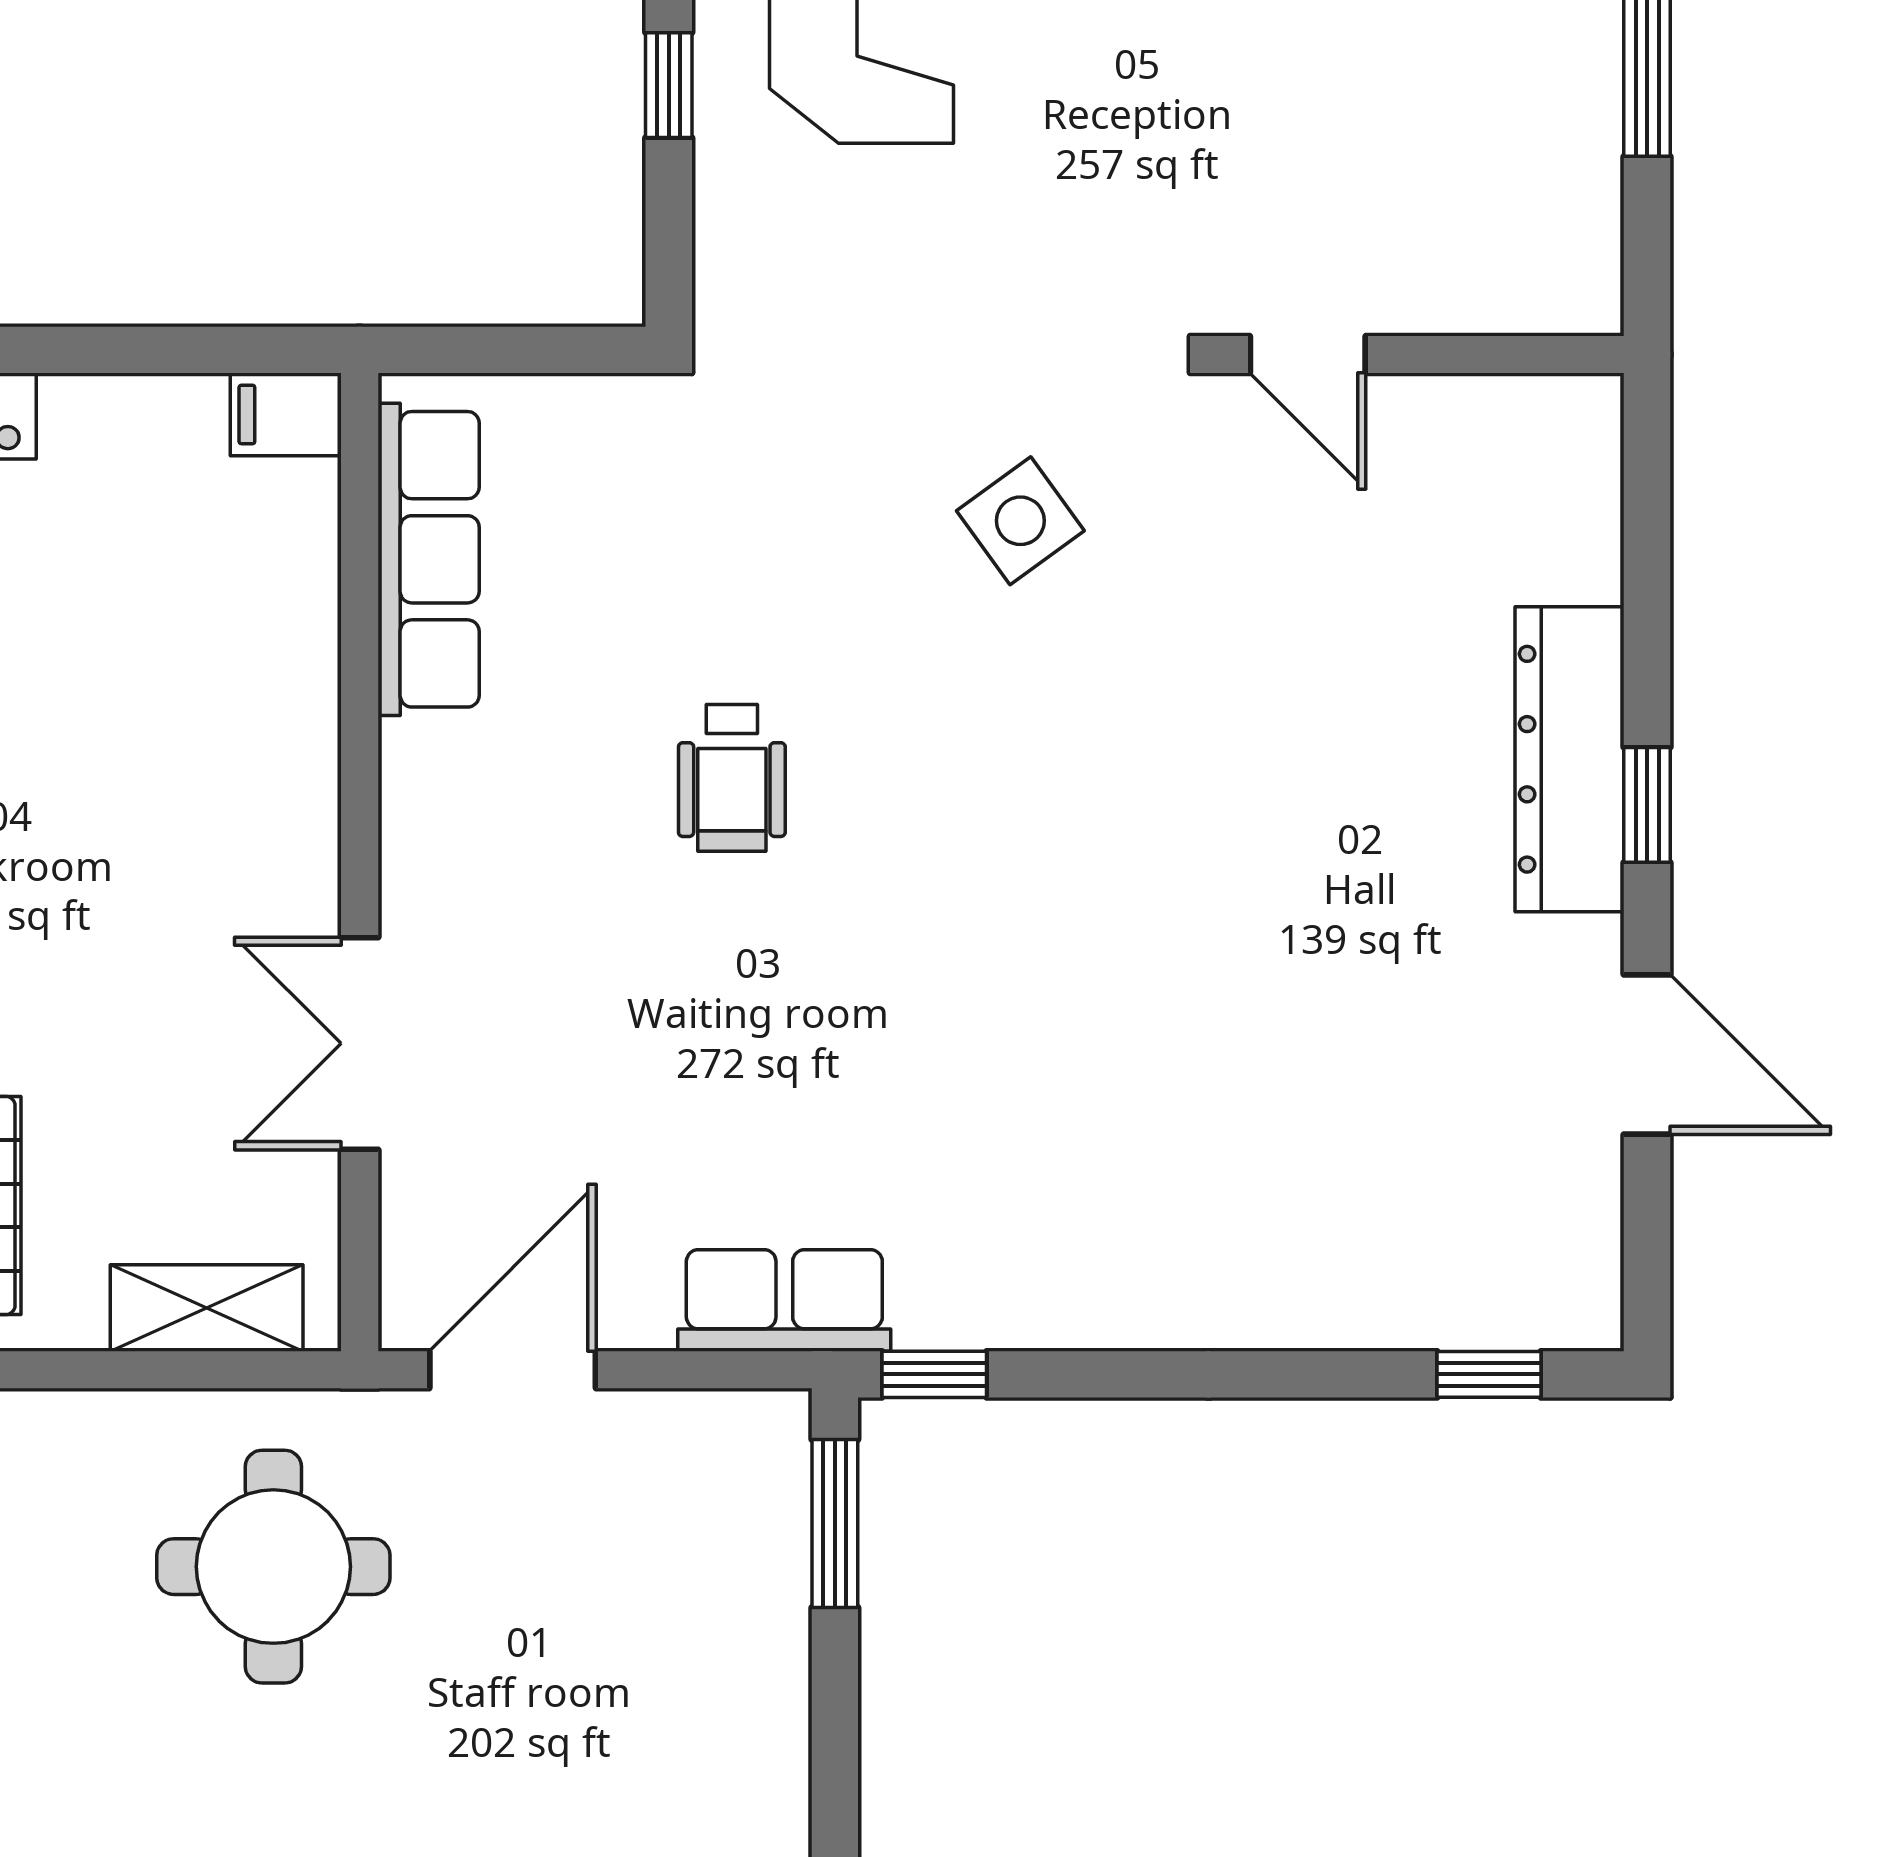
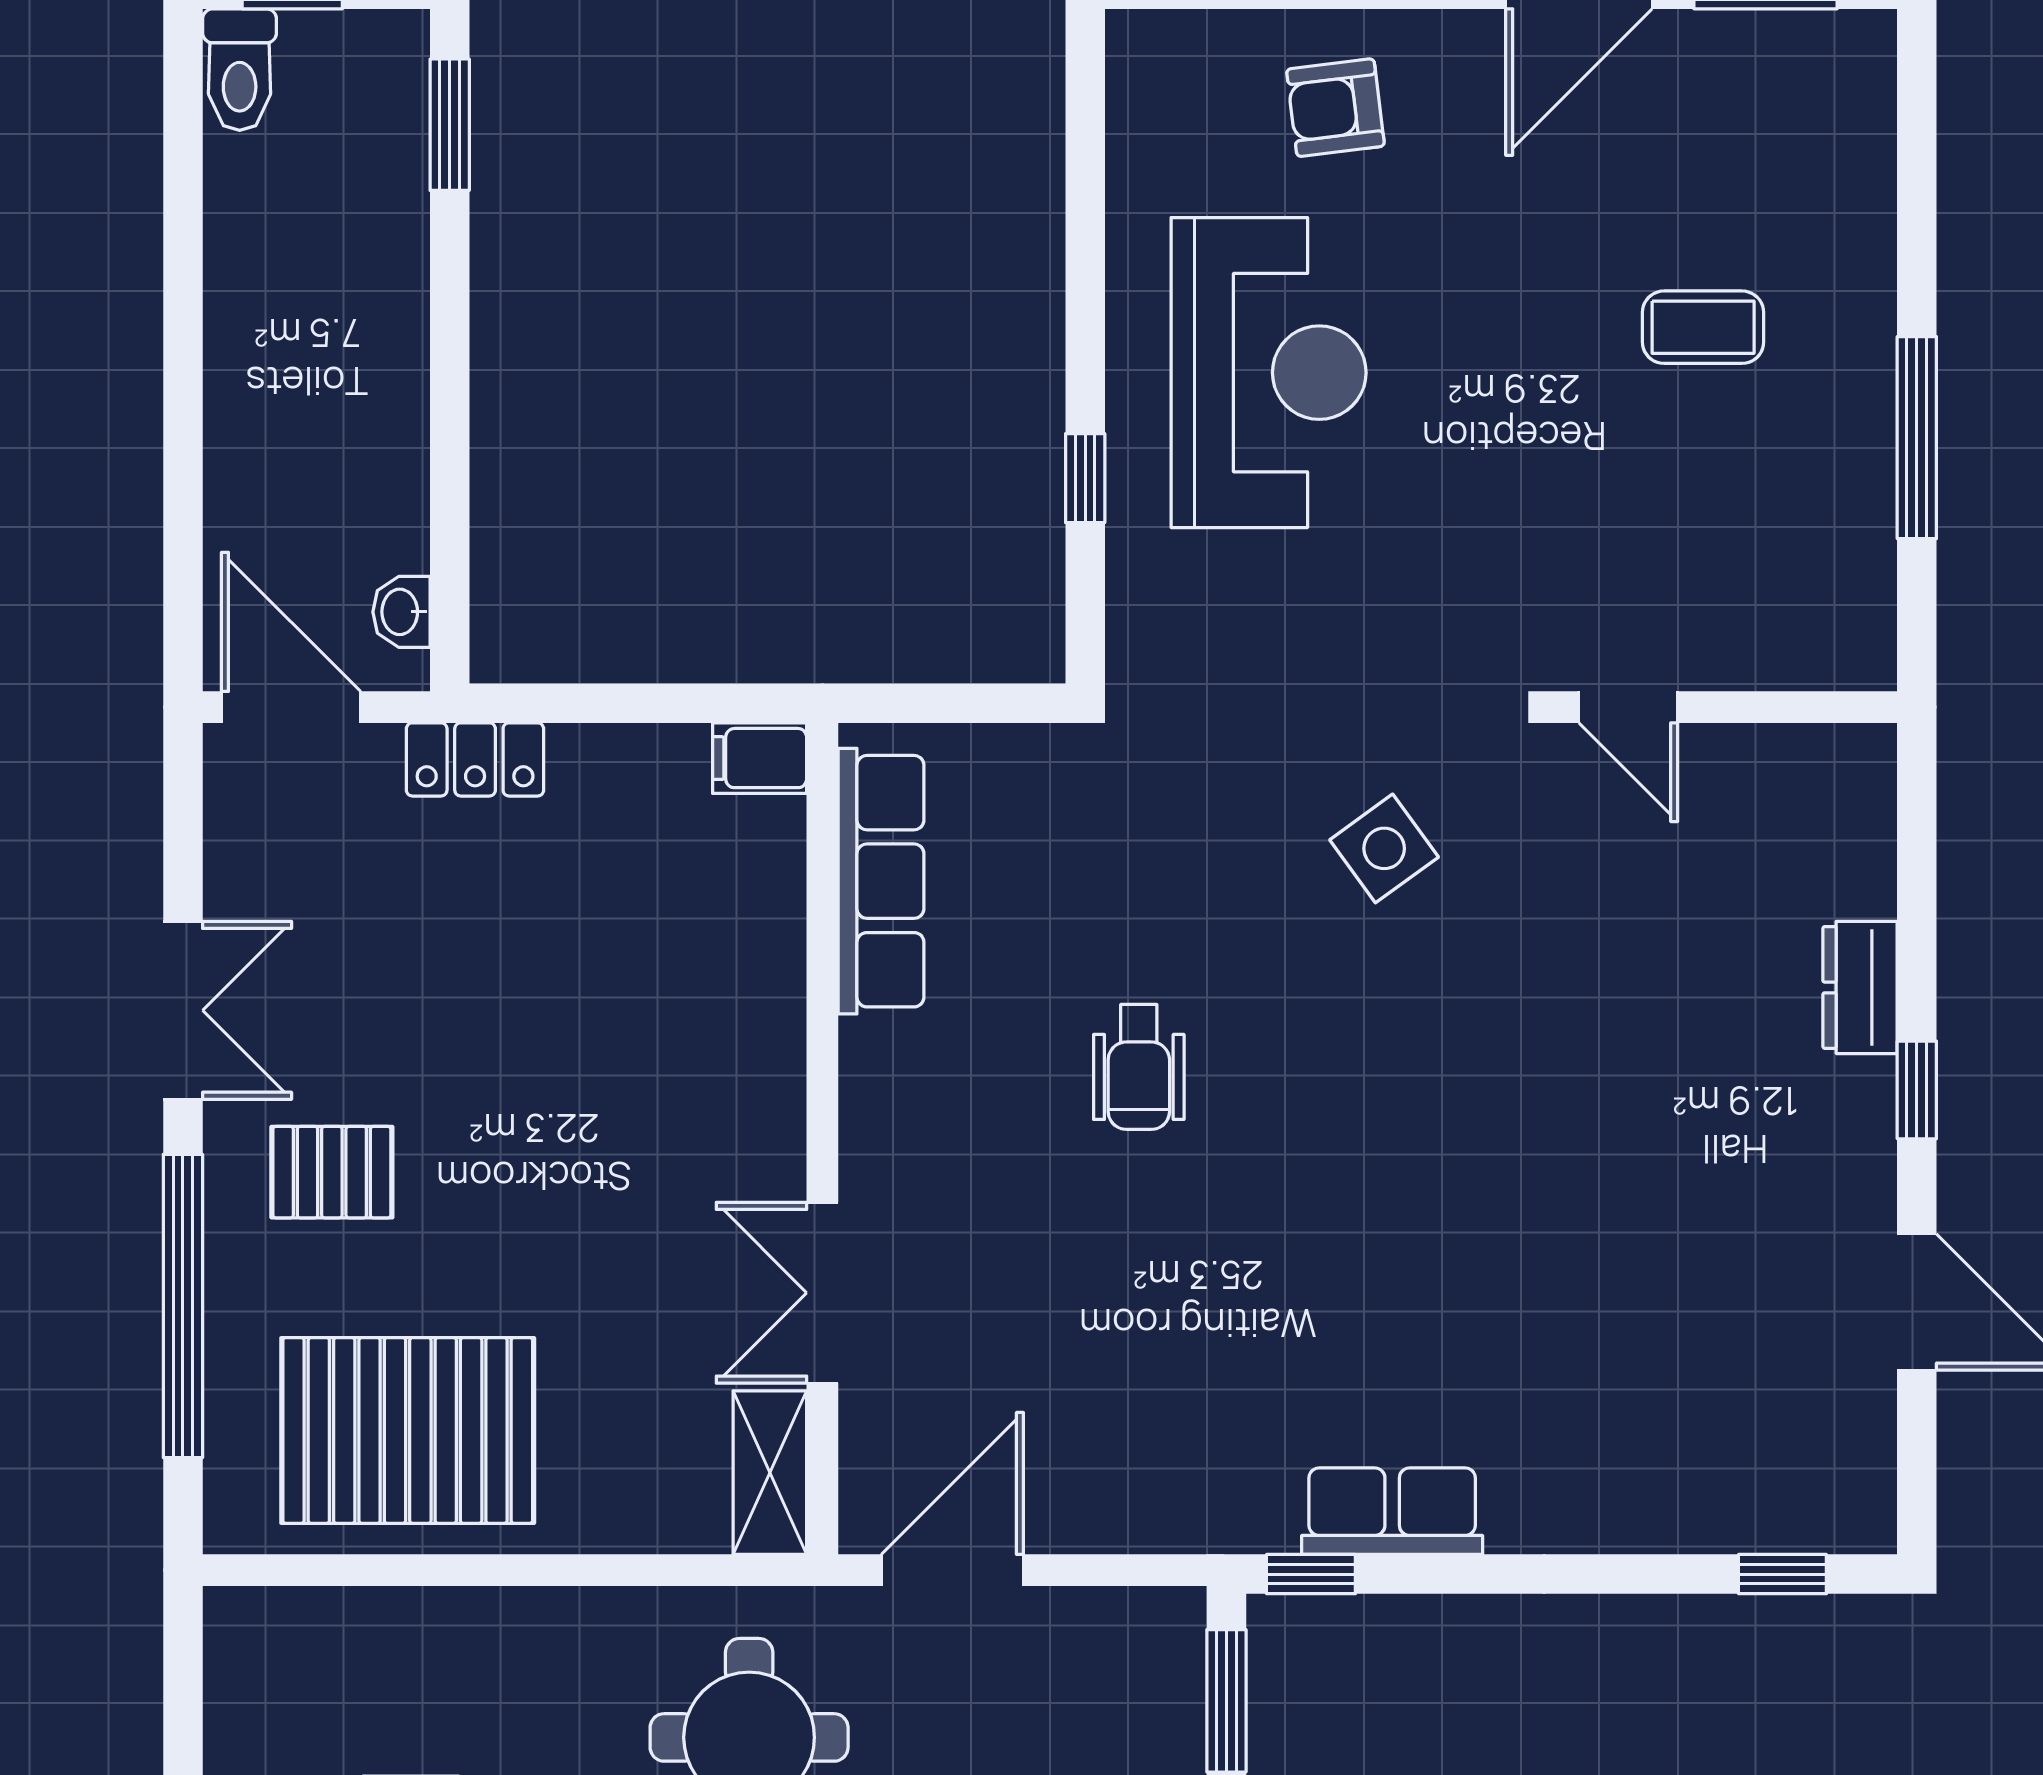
dresser: (1570, 759) -> (1860, 987), width x0.51, depth x0.80
row of seats: (784, 1300) -> (1392, 1511), moved
shelving: (207, 1308) -> (770, 1473), moved, turned 90

